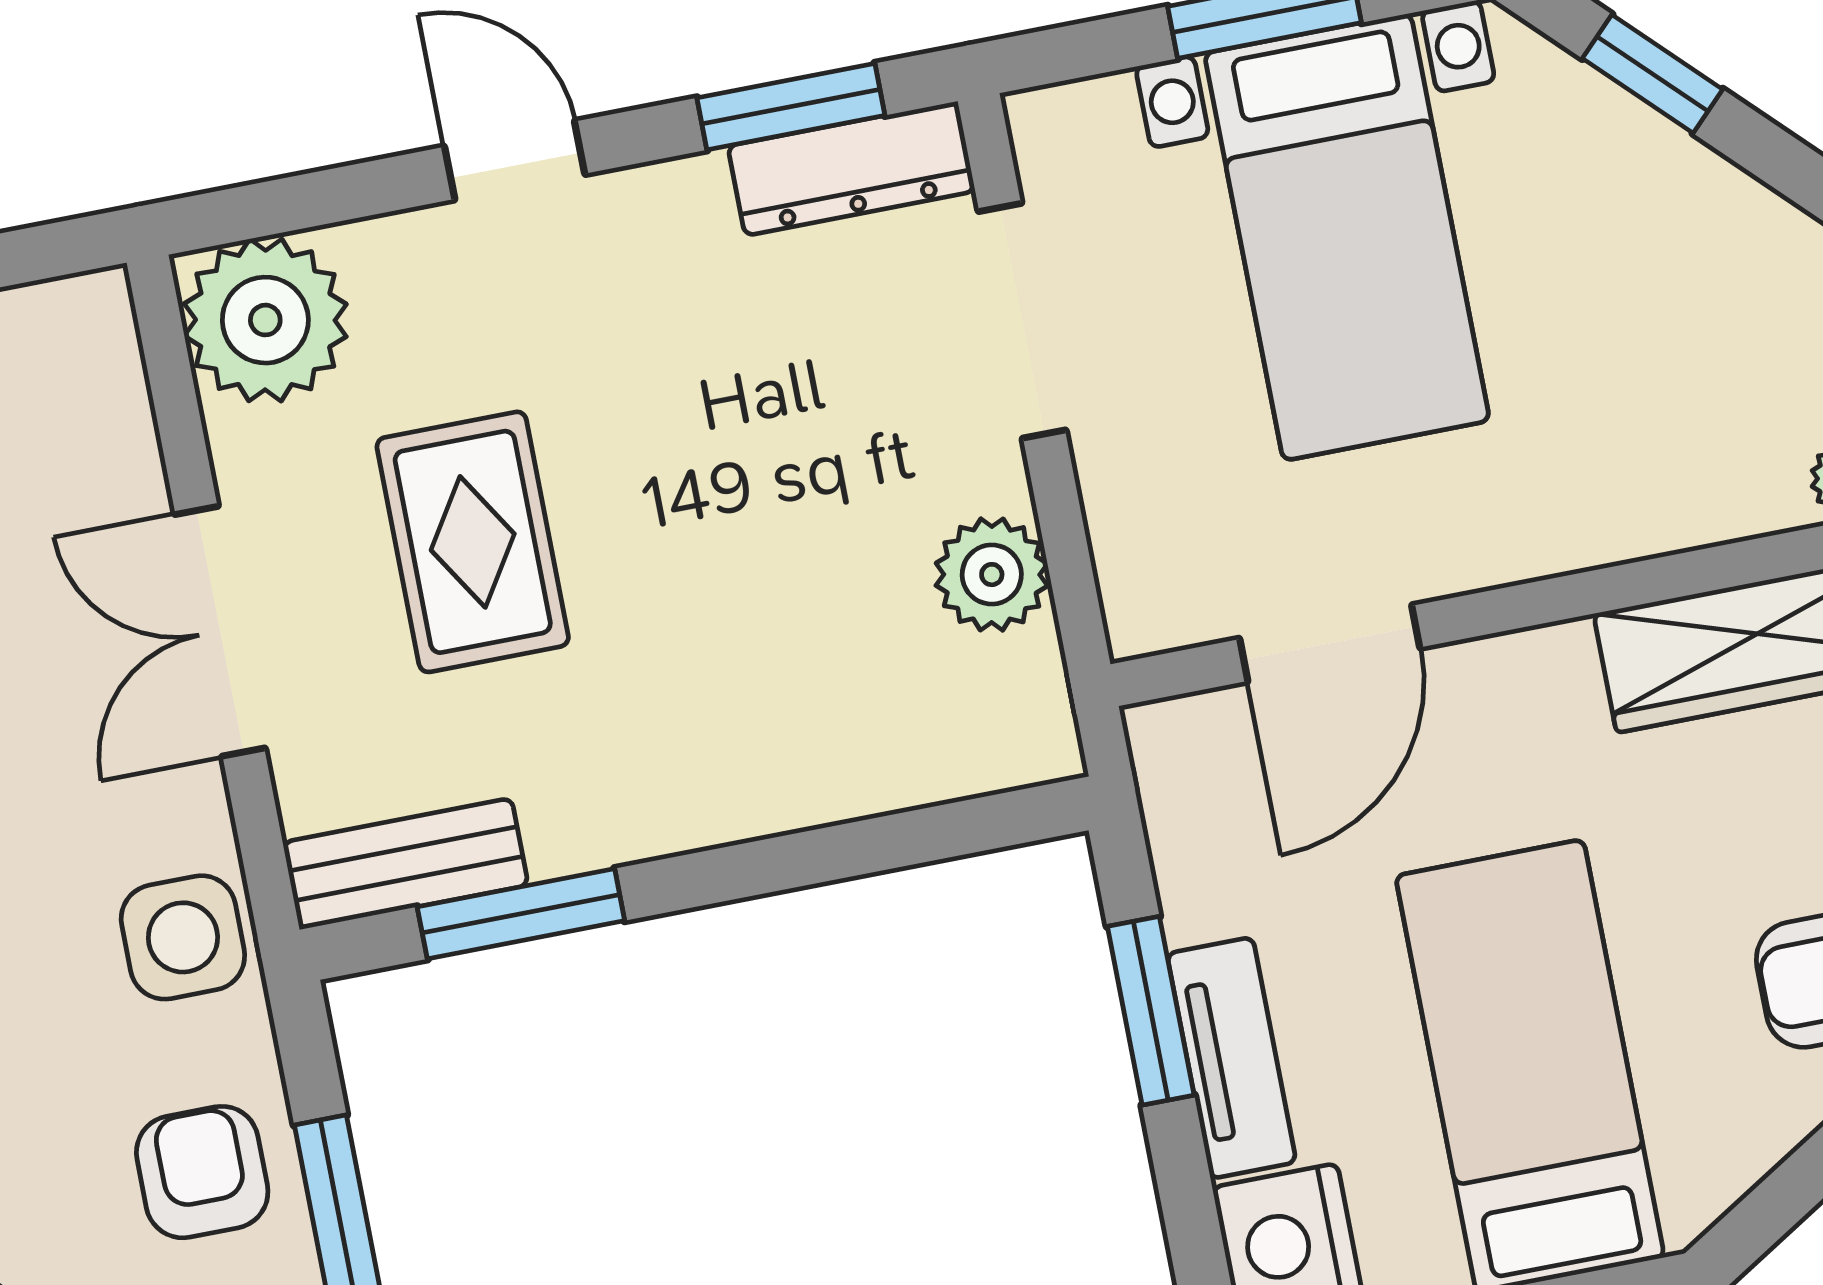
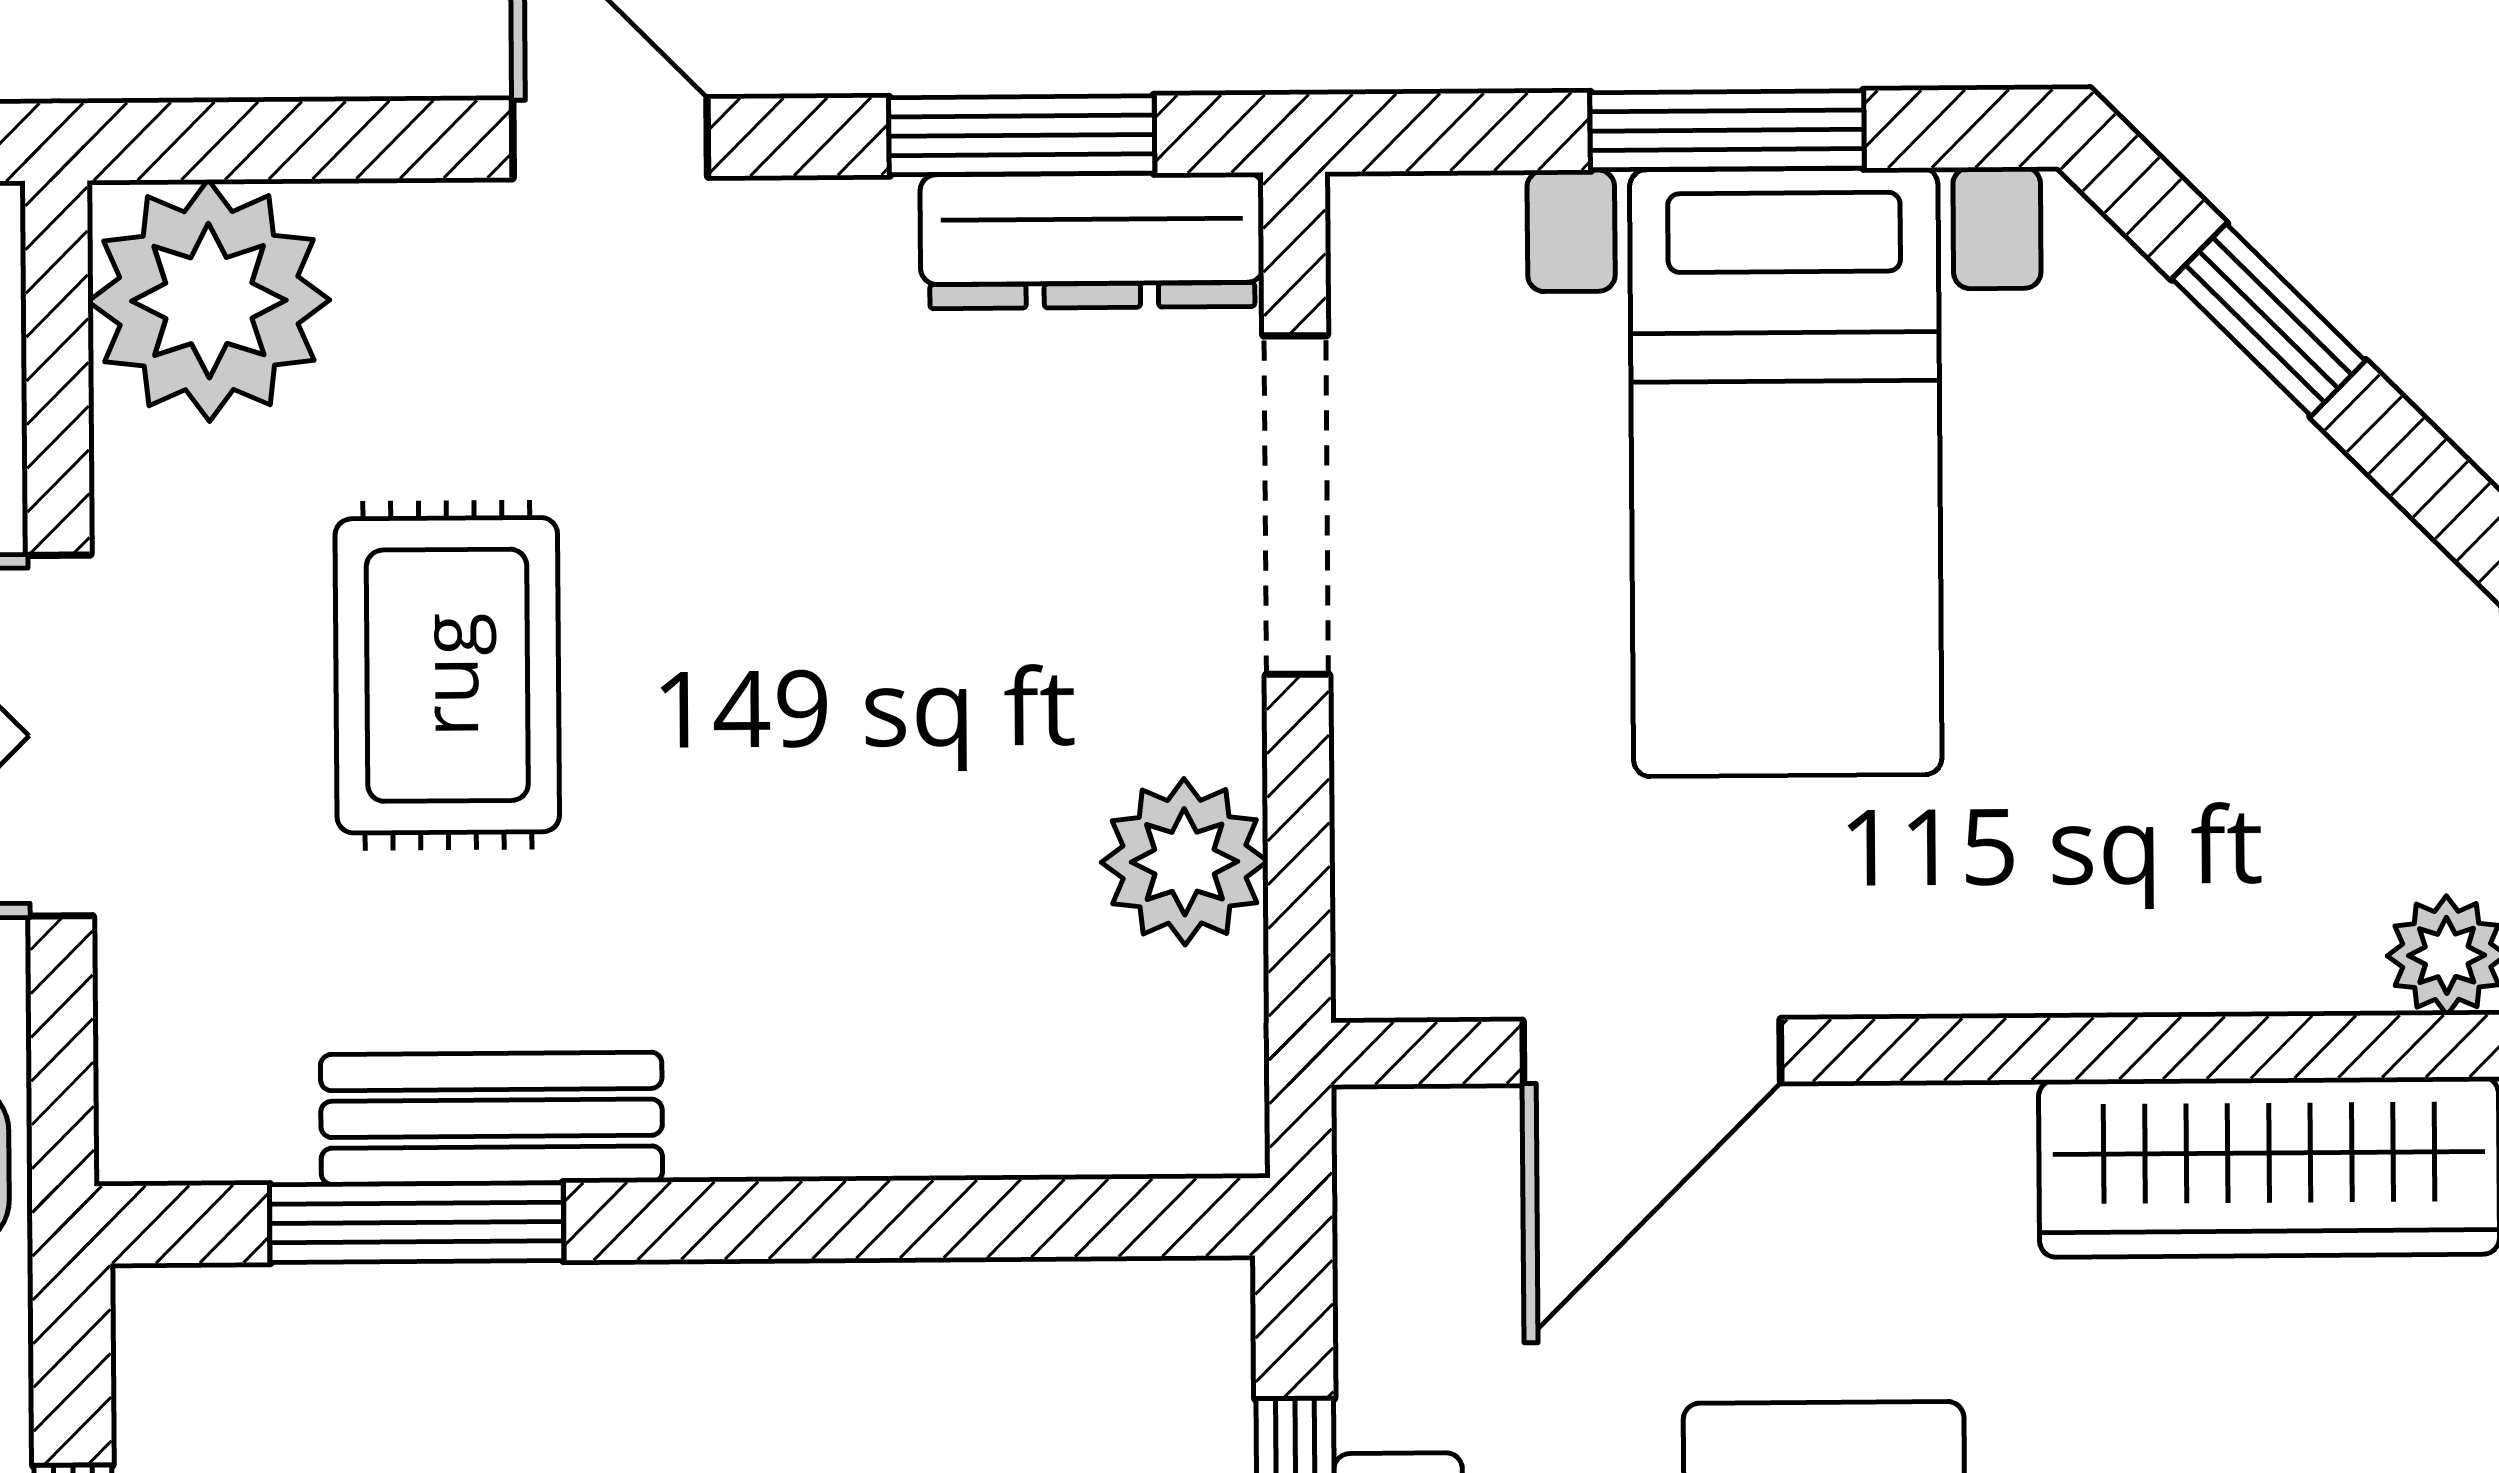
bench: (406, 864) -> (492, 1118), moved

